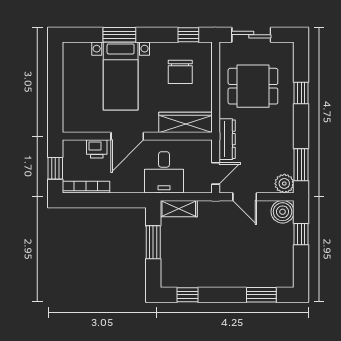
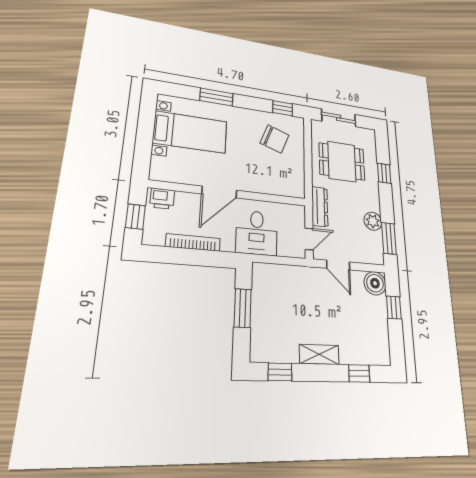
chair: (180, 72) -> (275, 139), turned -70
bed with nightstands: (121, 76) -> (190, 132), moved, turned -90
wardrobe: (185, 122) -> (279, 186), removed
printer: (97, 149) -> (162, 199), moved
plant: (284, 184) -> (373, 221), moved
bookcase: (86, 187) -> (193, 243), moved
shelving: (179, 209) -> (319, 354), moved
window: (261, 295) -> (359, 373), width x0.67

